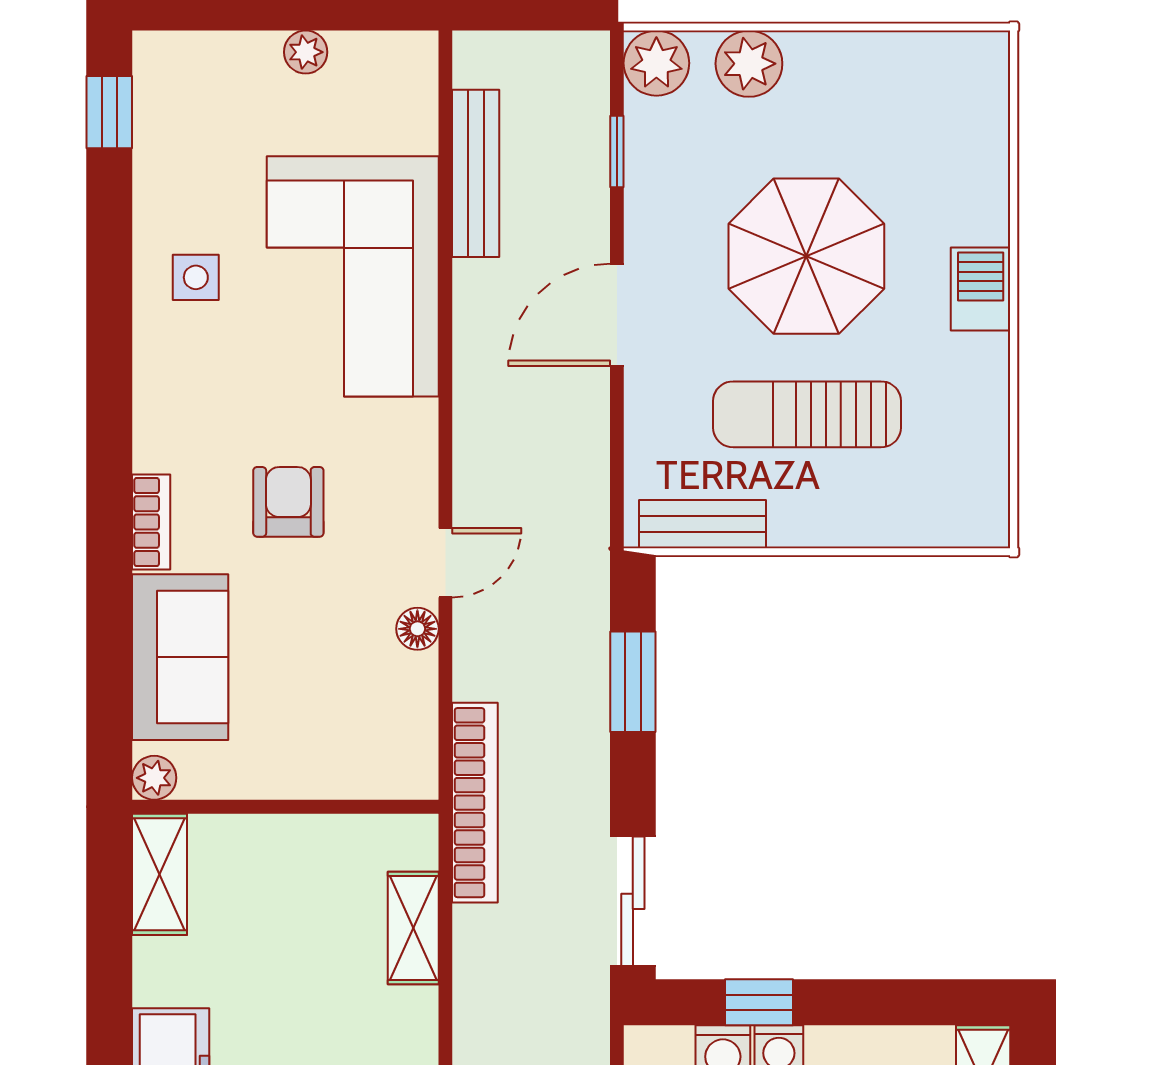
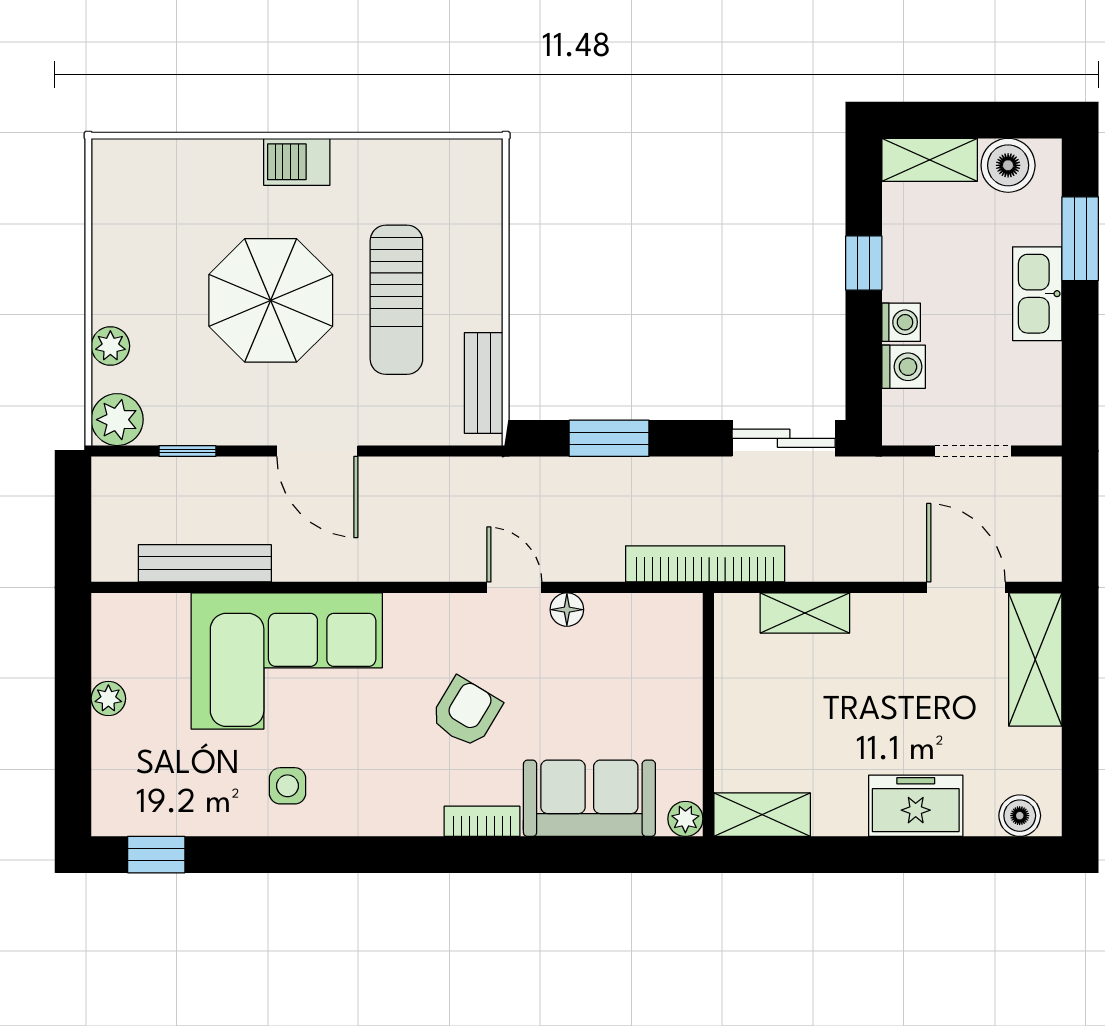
plant: (749, 64) -> (110, 346), width x0.73, depth x0.73
armchair: (288, 502) -> (466, 712), turned 121
window: (759, 1002) -> (864, 263), moved

